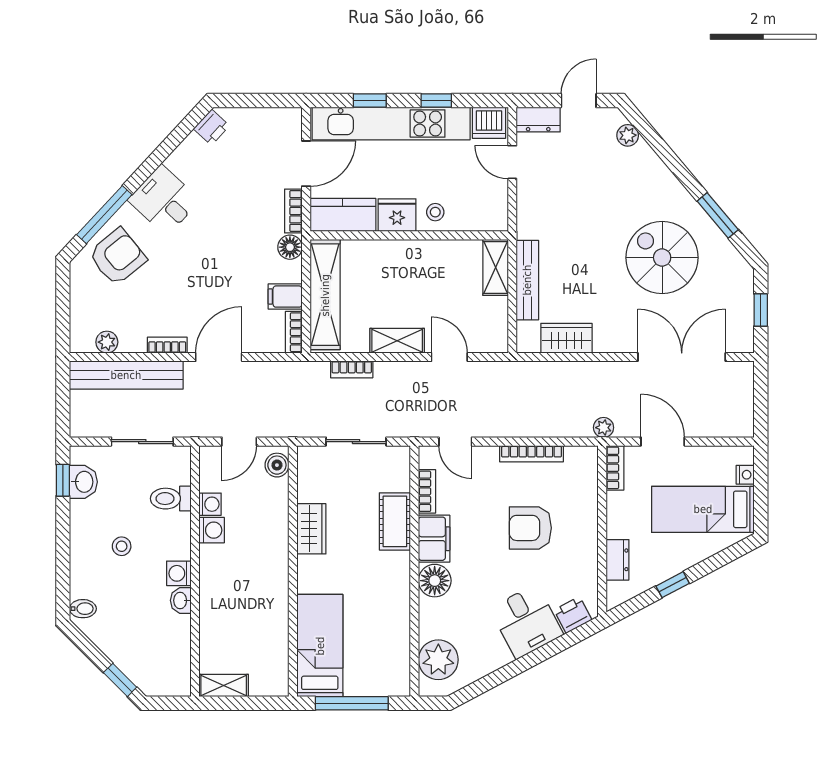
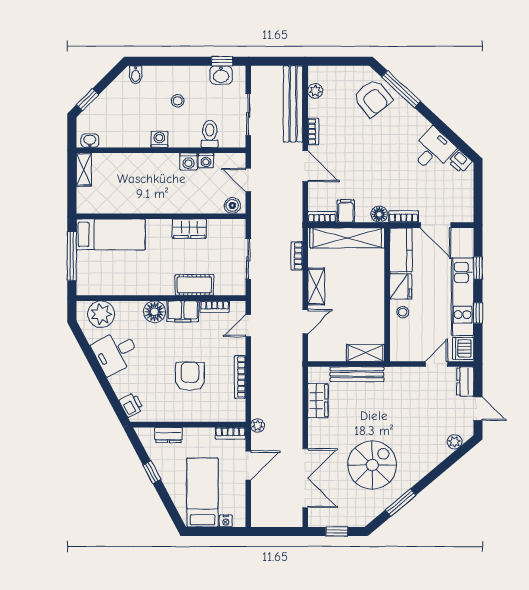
kitchen unit: (391, 124) -> (462, 297), width x0.73
desk: (164, 200) -> (433, 150), moved
washbasin: (181, 600) -> (90, 141), moved
desk: (526, 621) -> (116, 352), moved

